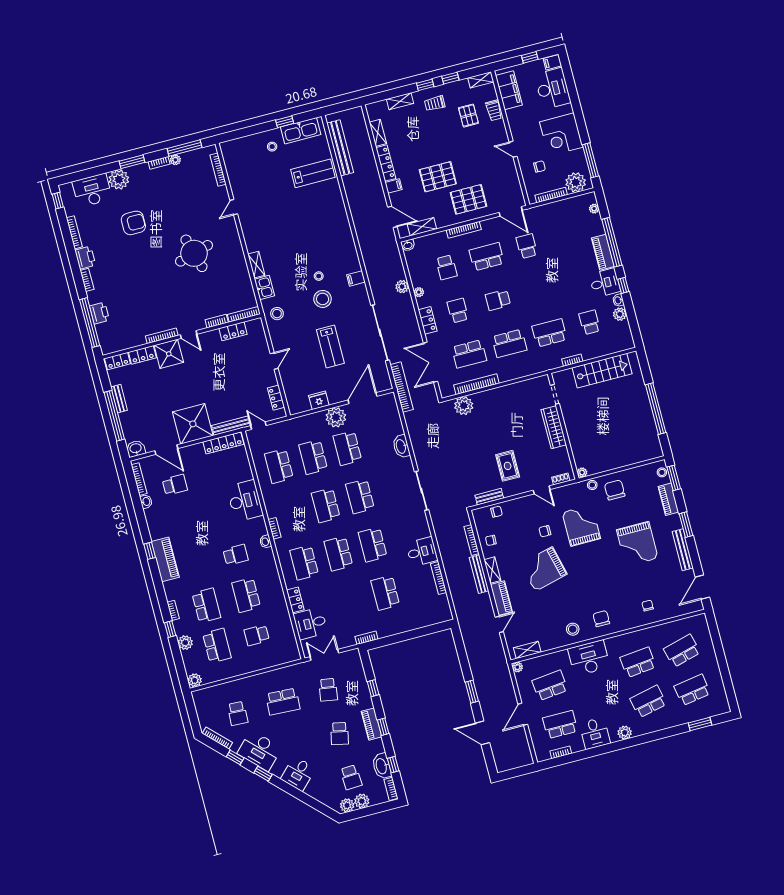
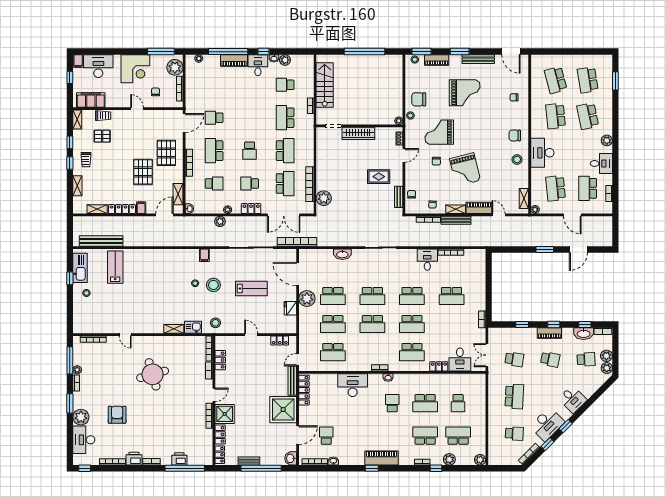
door: (513, 149) -> (137, 109), swing flipped

